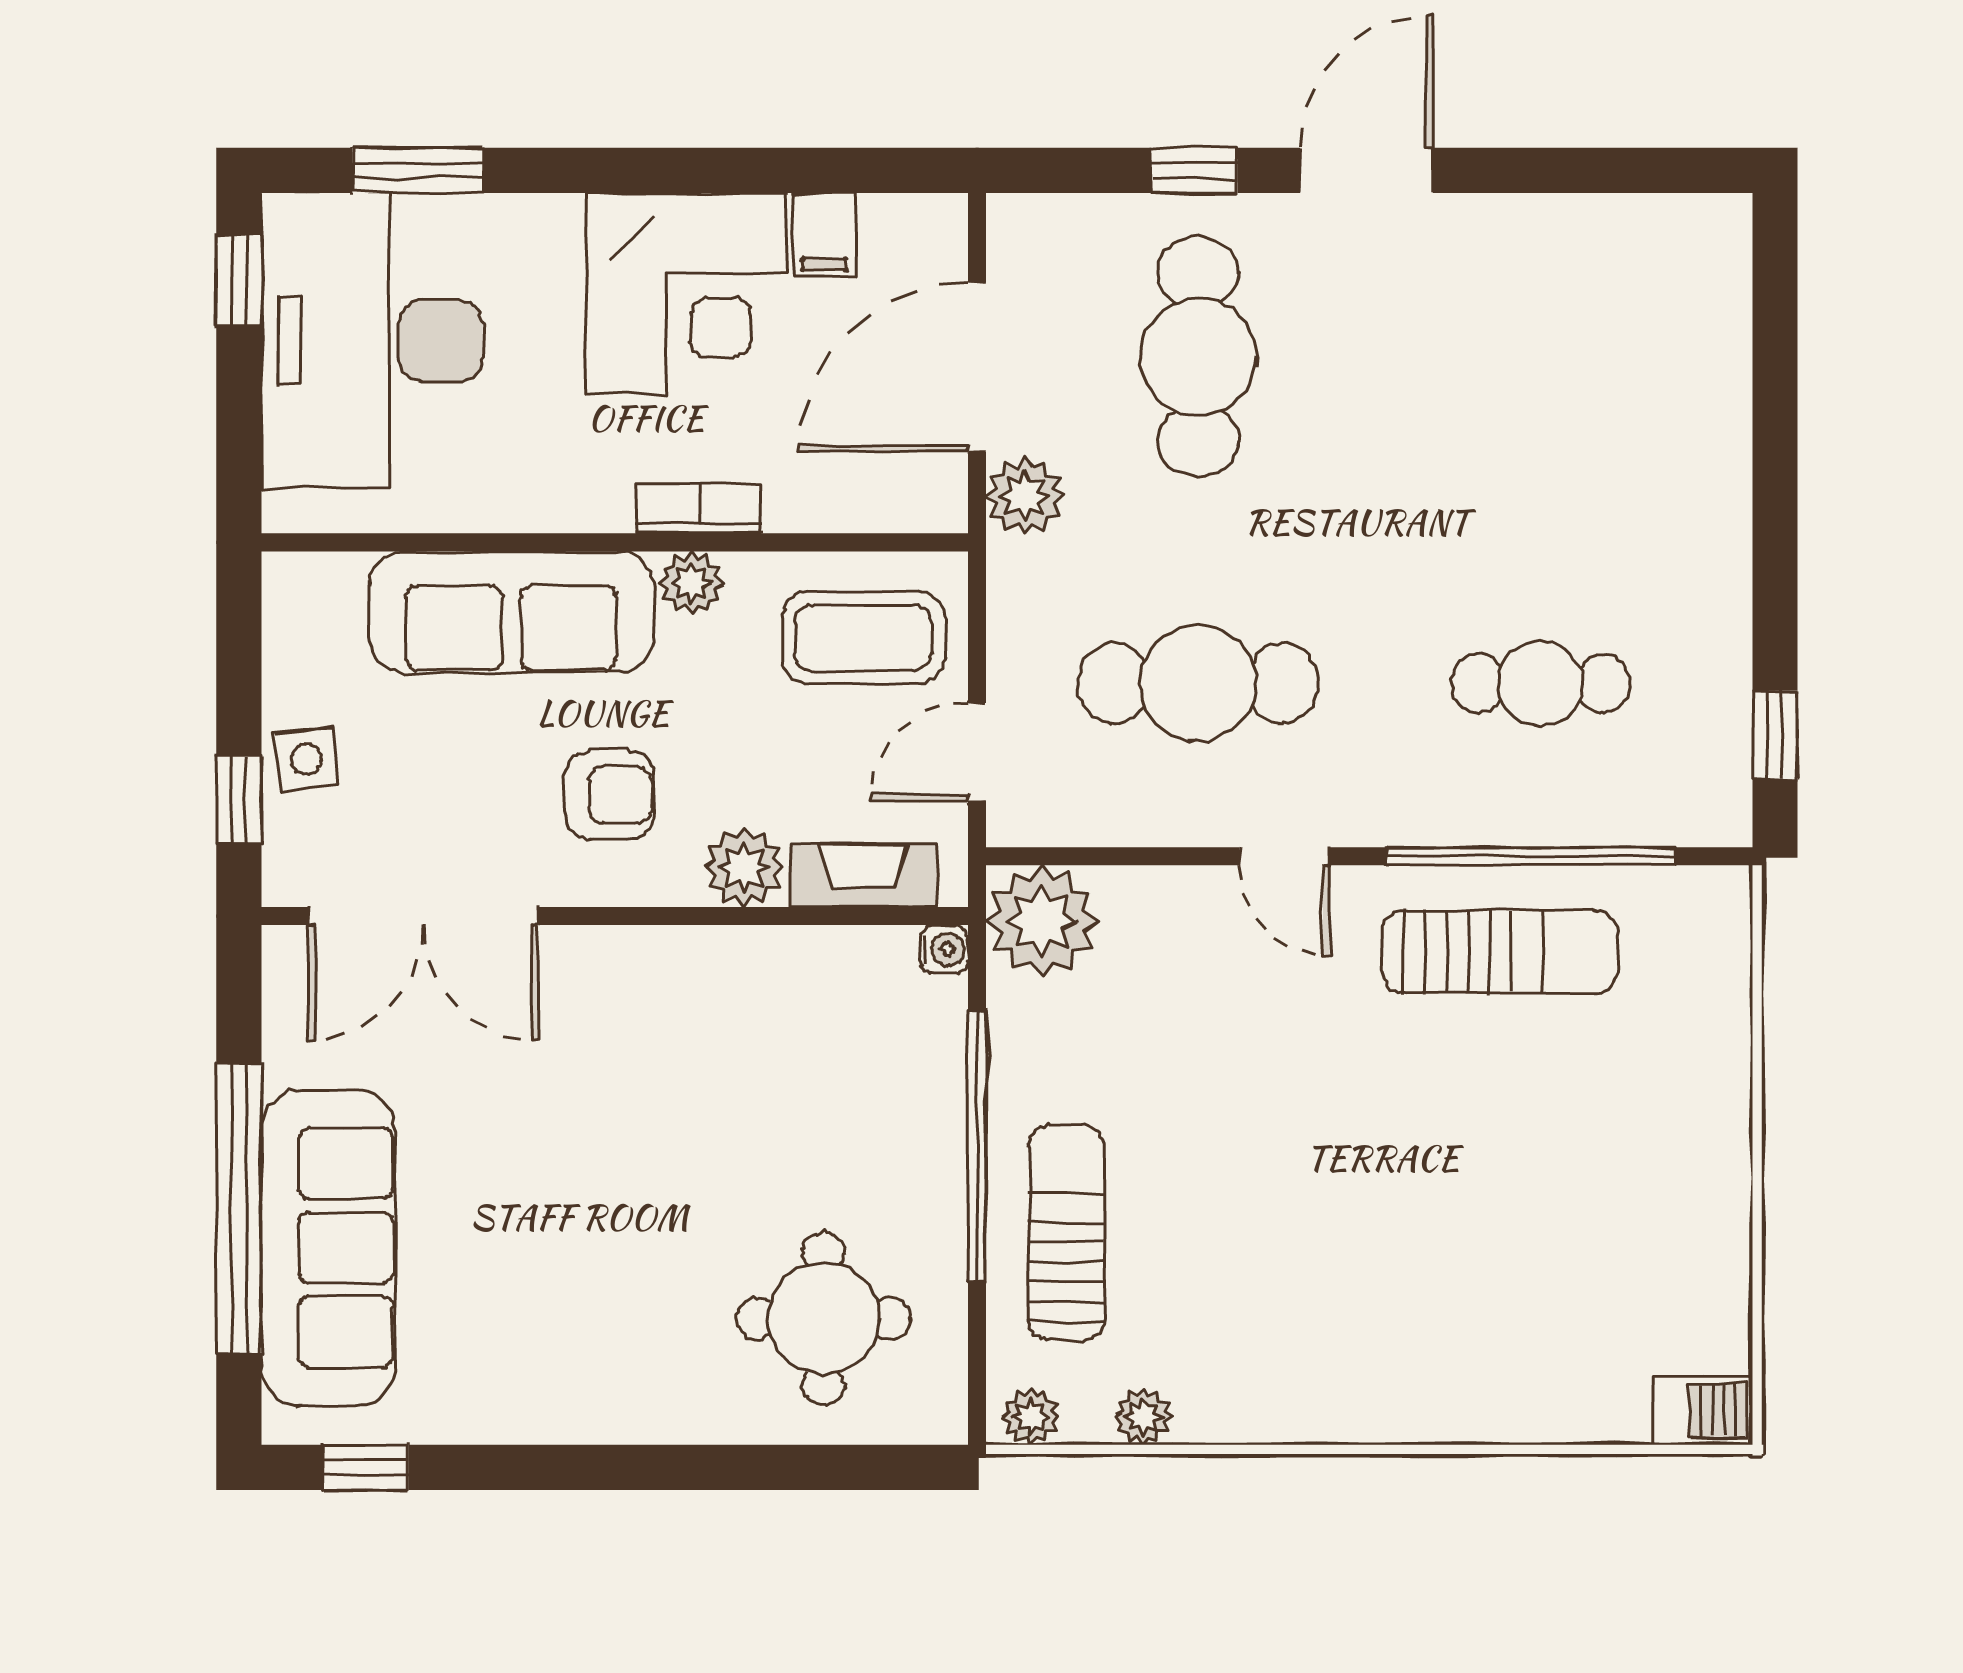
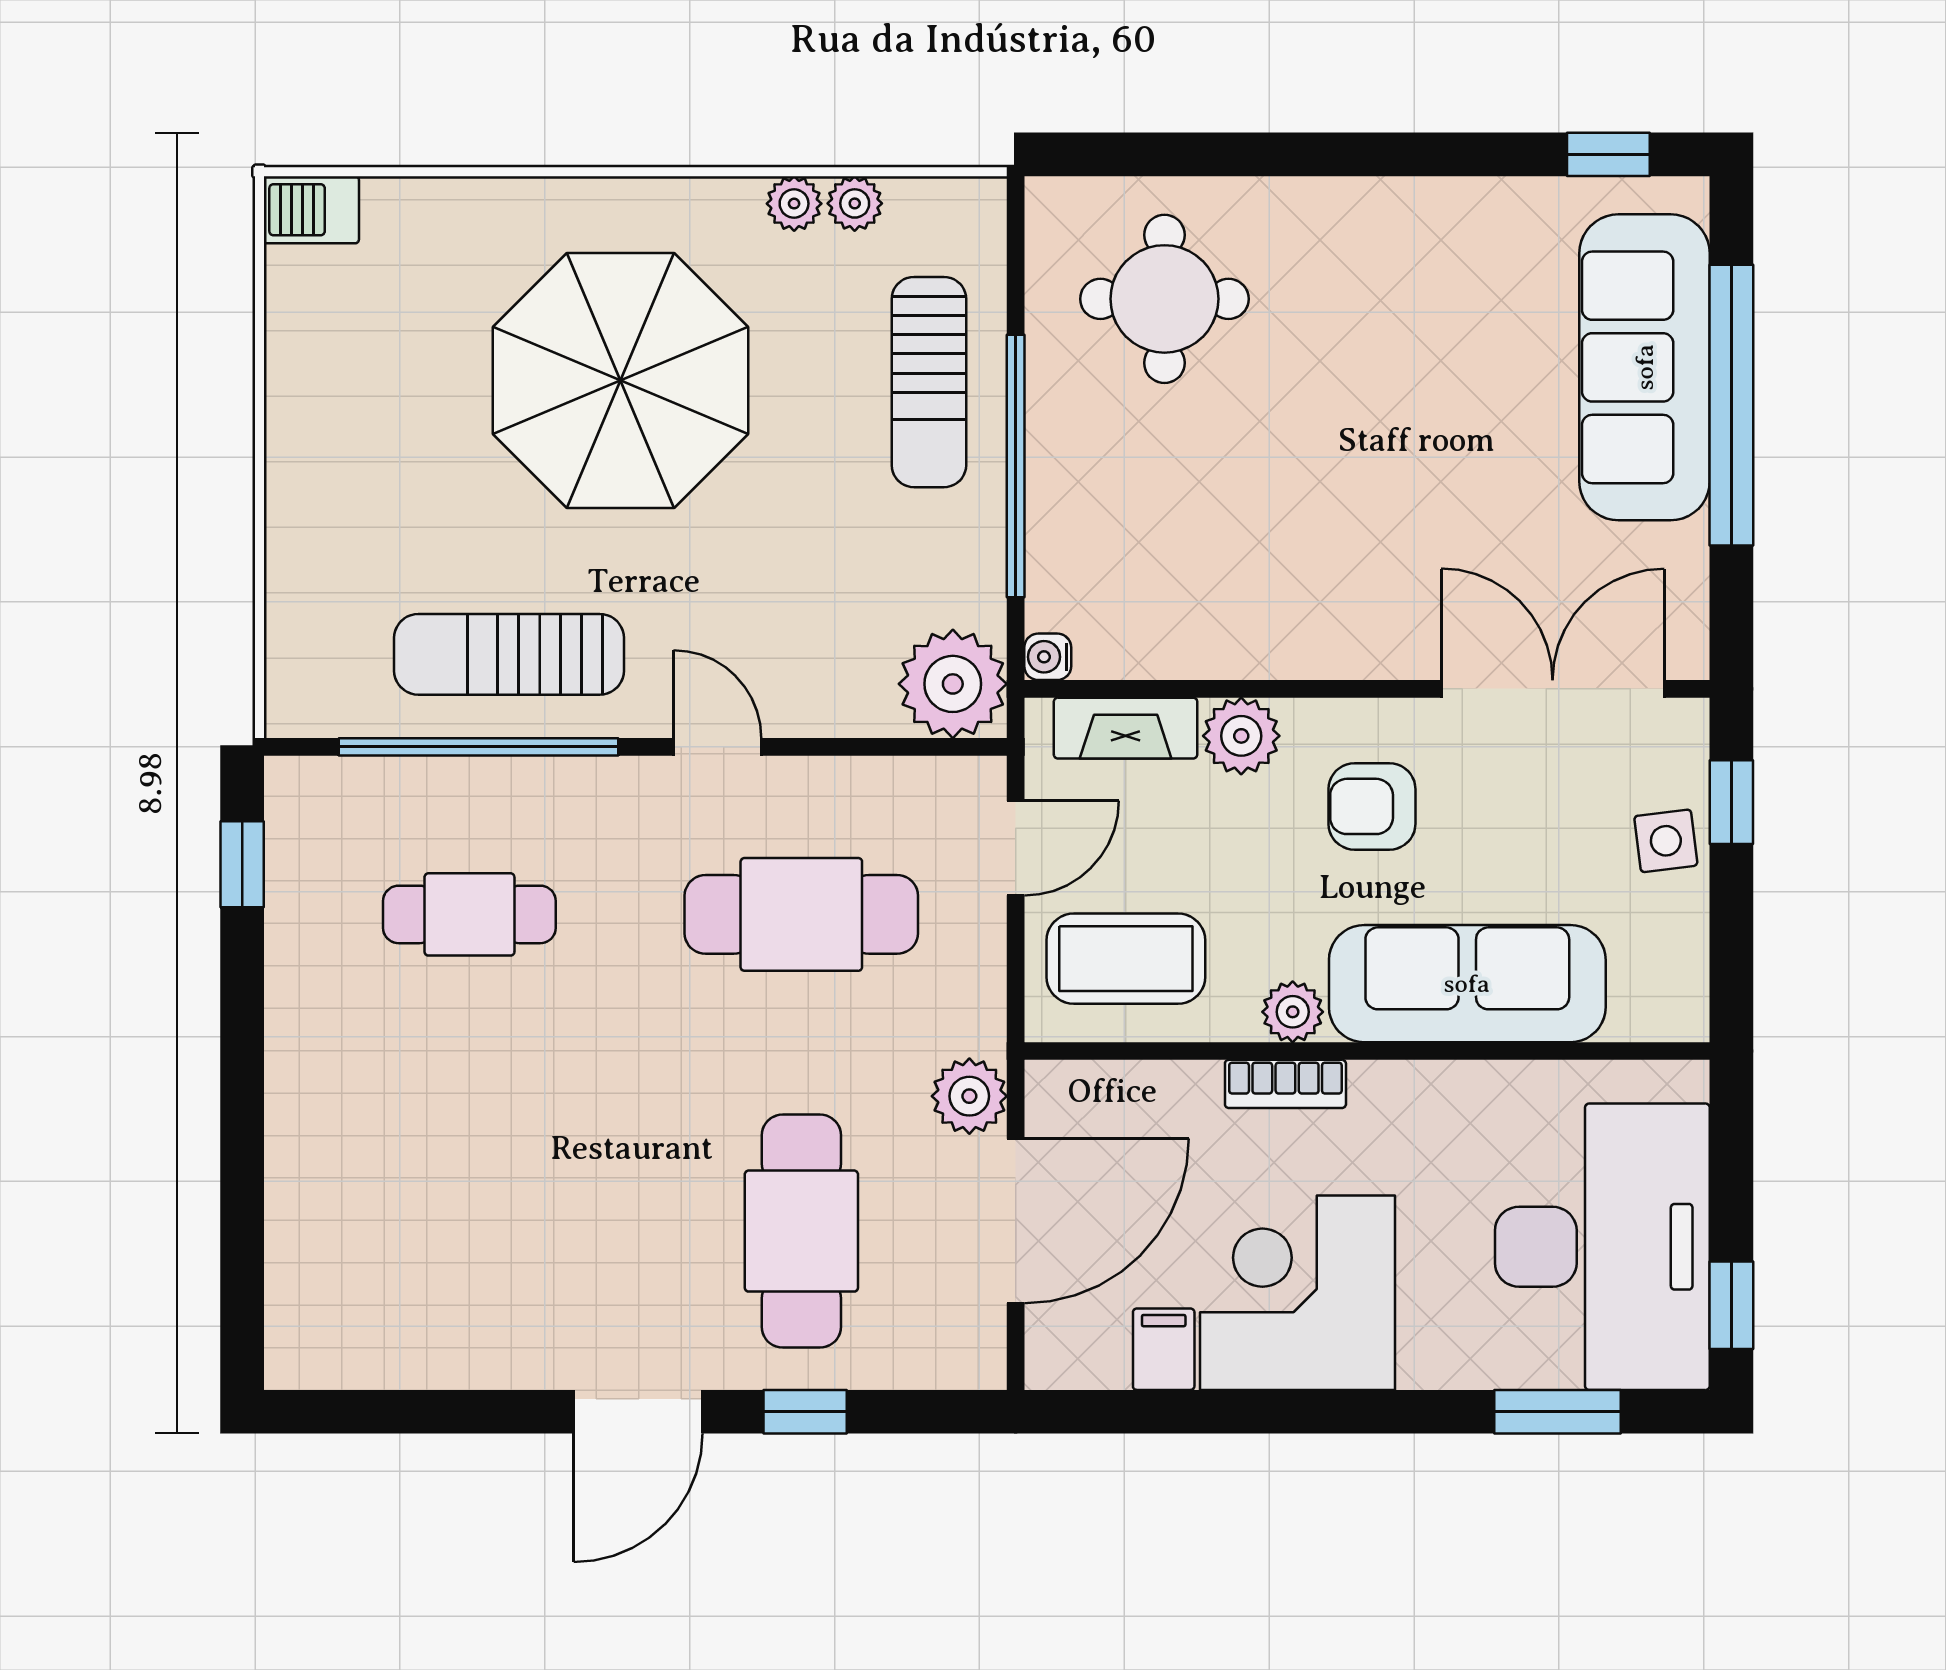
parasol: (1385, 1234) -> (620, 381), added
plant: (1031, 1417) -> (794, 204), moved

